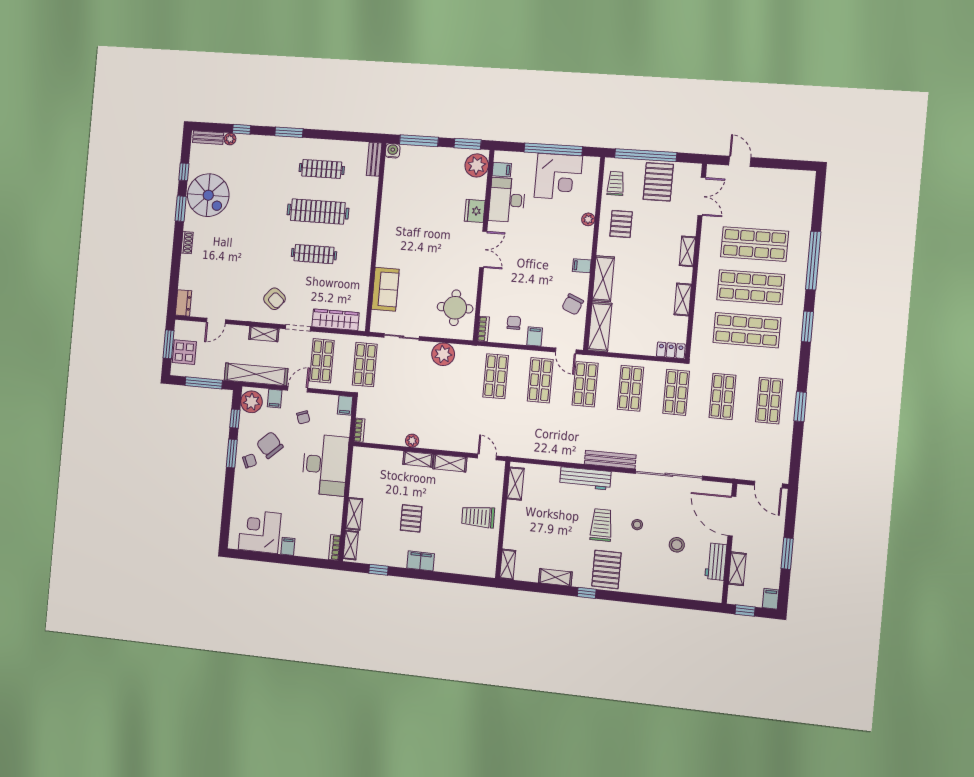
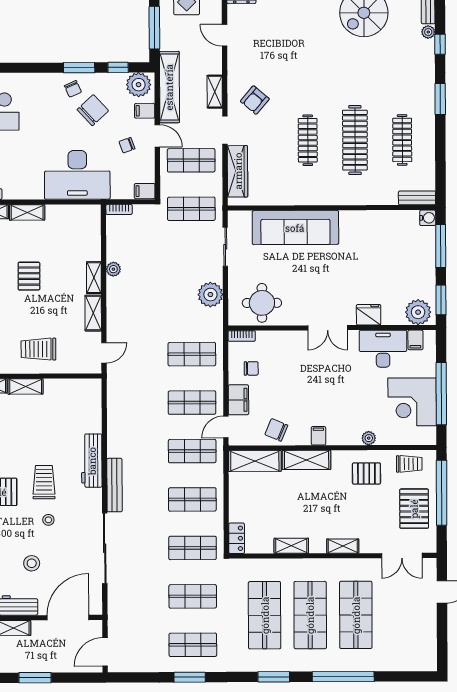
pallet: (658, 182) -> (414, 509), turned 90
sofa: (385, 289) -> (295, 228), width x1.85, depth x1.27
filing cabinet: (535, 336) -> (238, 400), width x2.00
shelving: (515, 484) -> (26, 386), moved
trolley: (478, 517) -> (38, 349), turned -89
pallet: (411, 518) -> (29, 276), turned 90
trolley: (601, 525) -> (44, 482), turned -90

